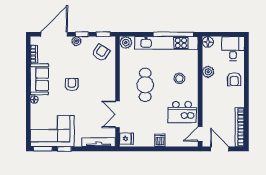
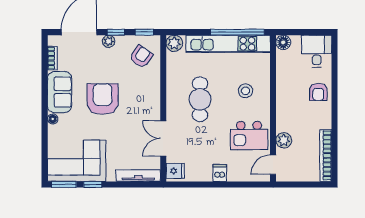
plant: (208, 72) -> (284, 140), moved
armchair: (72, 85) -> (103, 99), width x1.88, depth x1.88
door: (220, 149) -> (299, 184), removed

